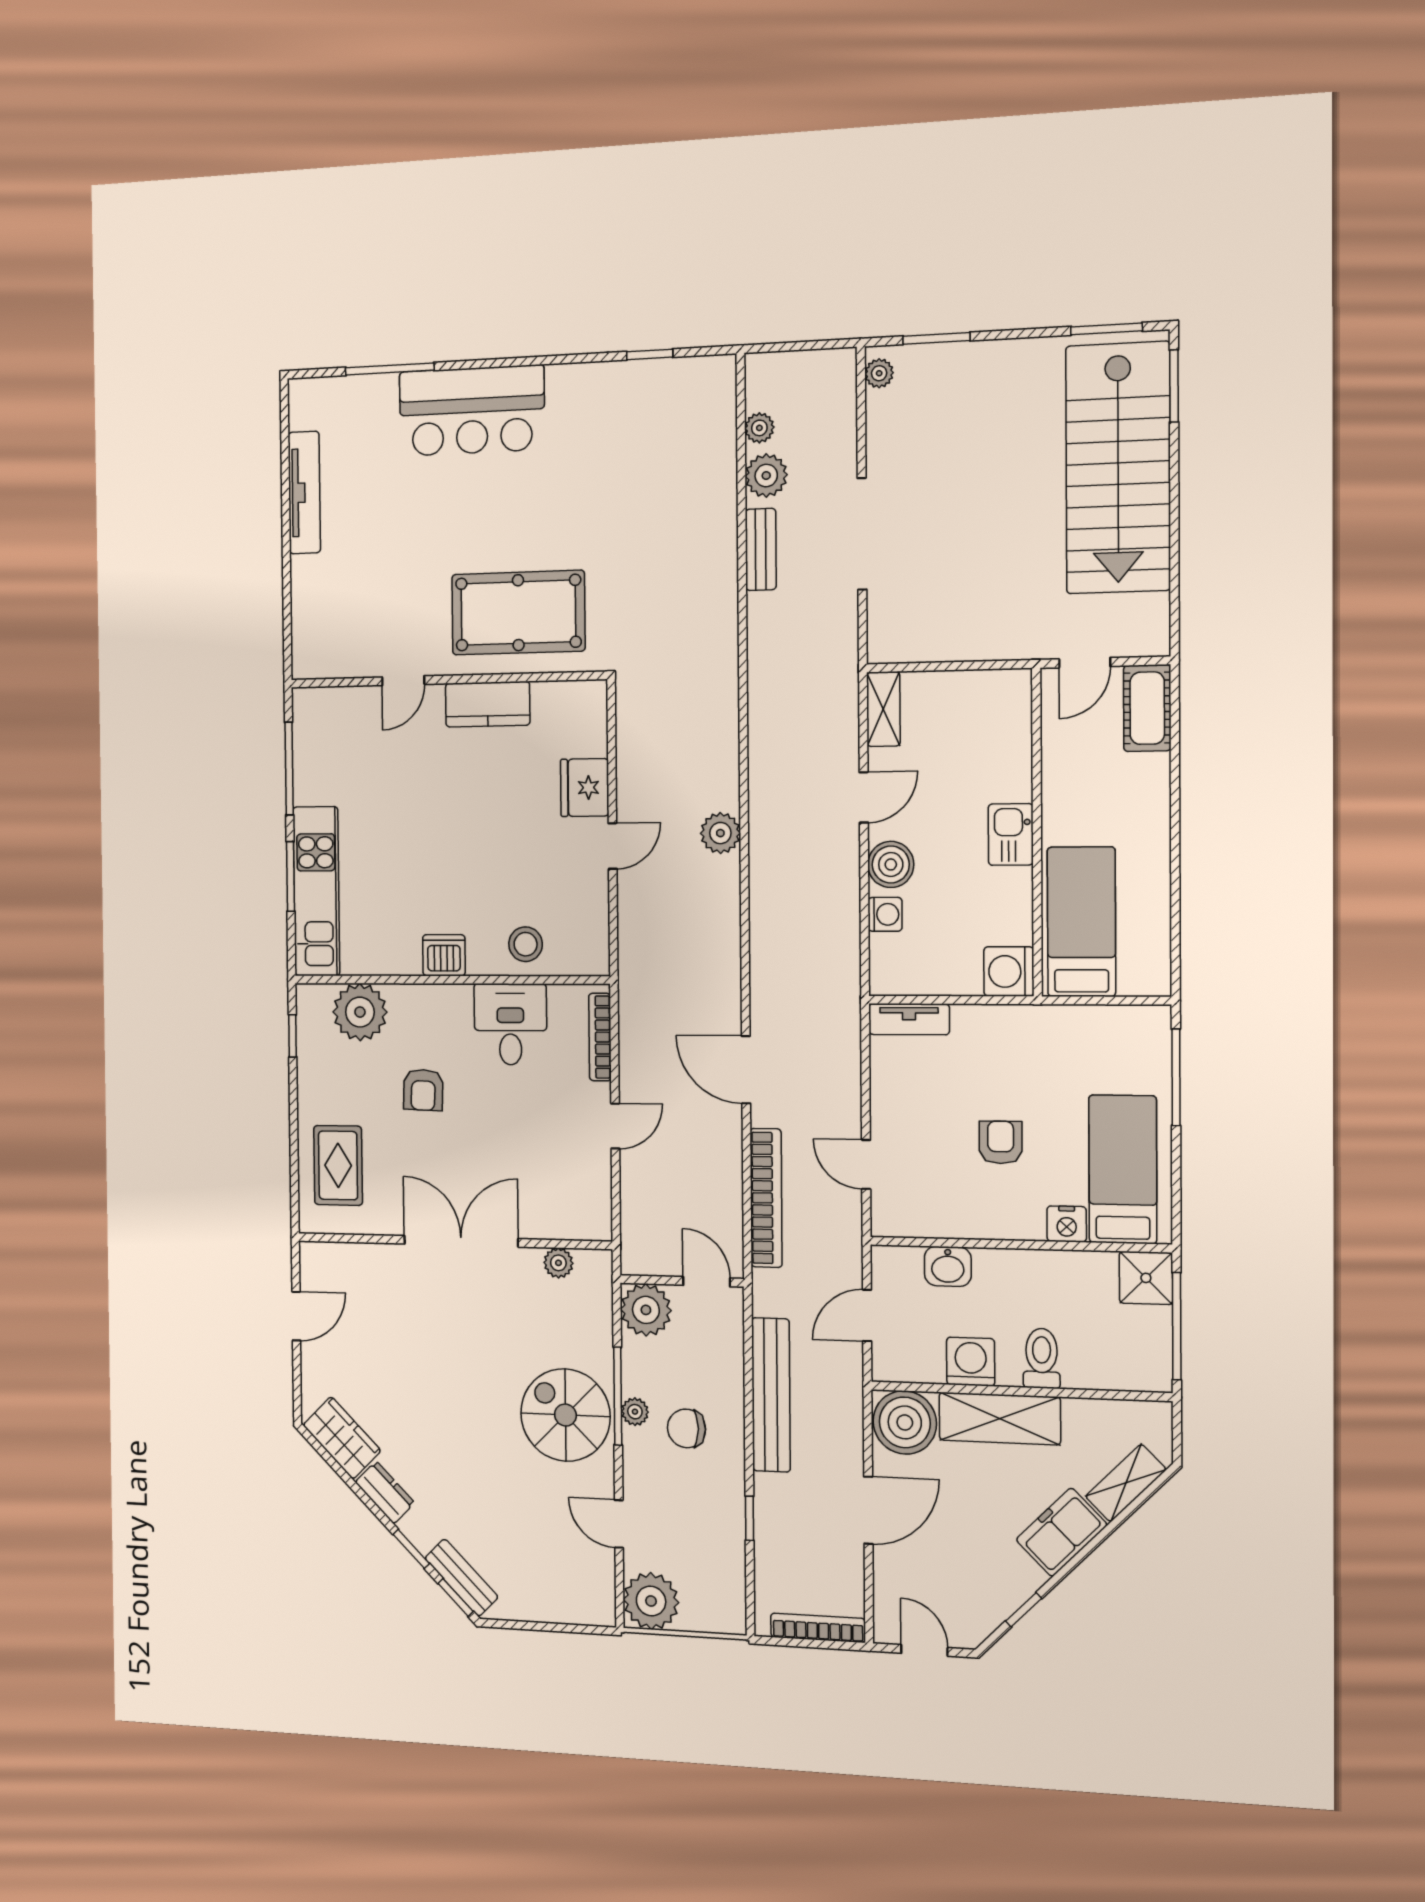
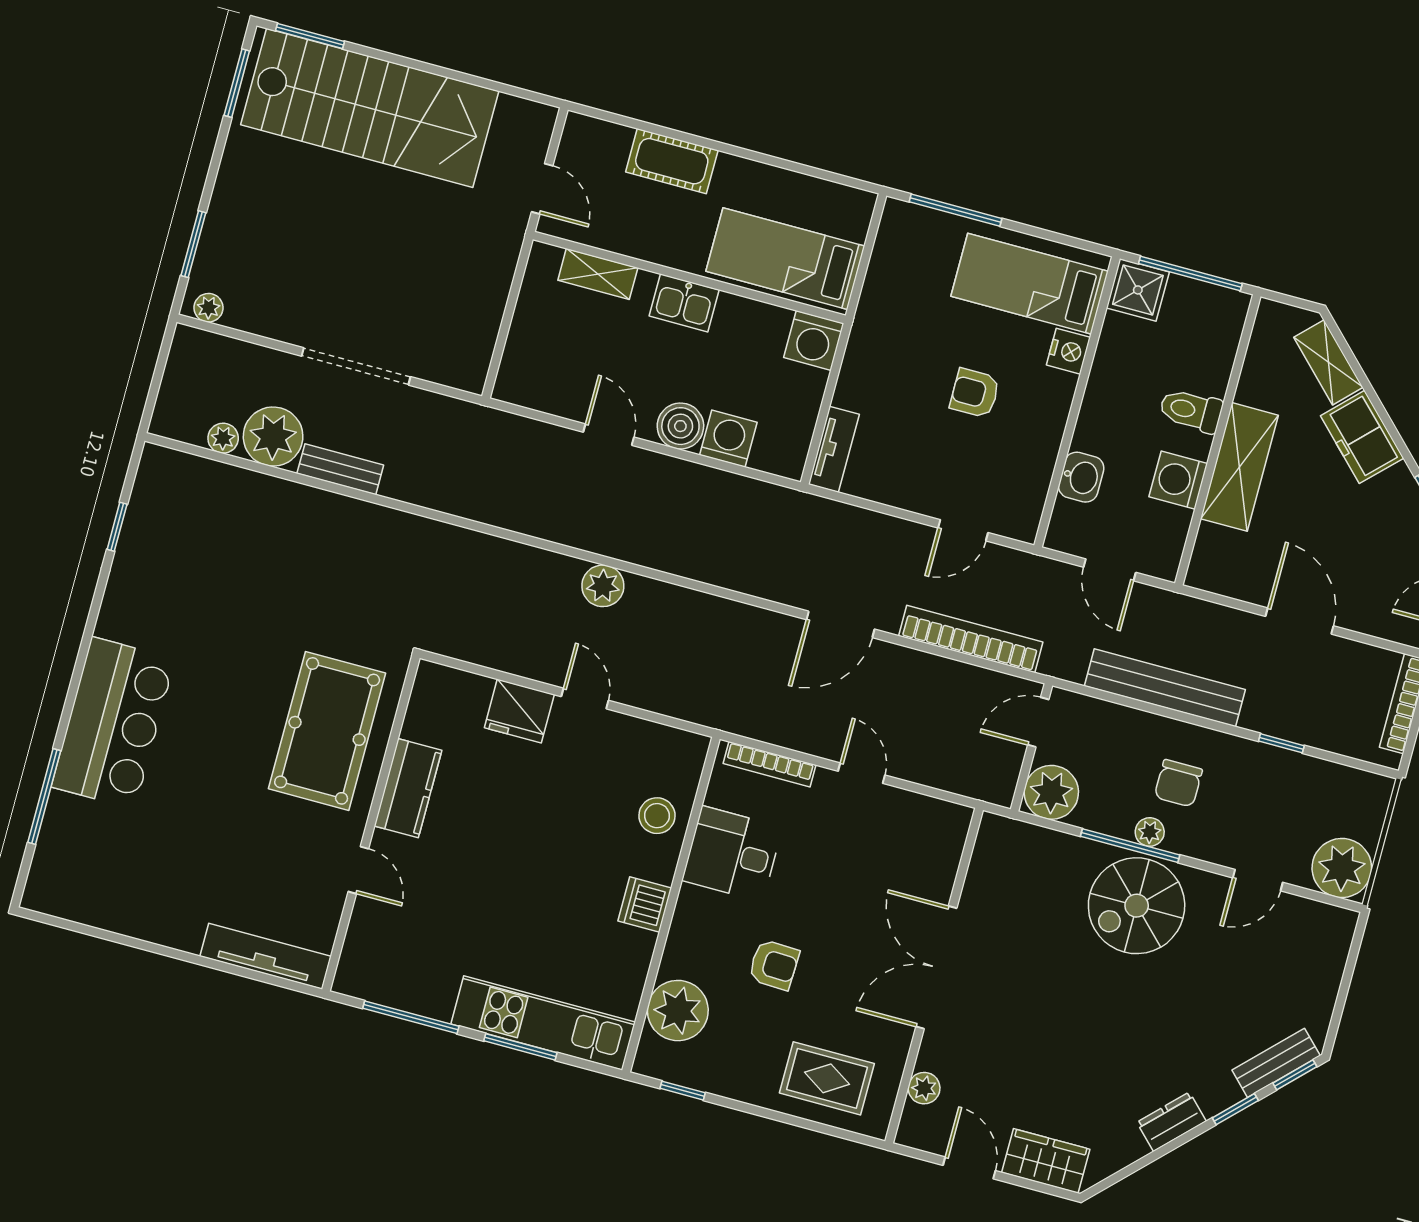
plant: (766, 476) -> (273, 437), width x1.36, depth x1.36
tv unit: (304, 493) -> (265, 956), moved
cot: (1147, 708) -> (672, 161), moved
shelving: (883, 709) -> (598, 274), moved
washing machine: (885, 914) -> (728, 439), width x1.38, depth x1.38
plant: (558, 1263) -> (924, 1088), moved
boiler: (905, 1422) -> (1222, 561), removed
wardrobe: (342, 1438) -> (1046, 1161), moved, turned 45

